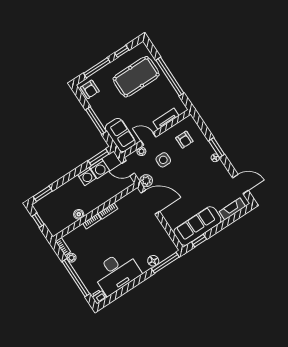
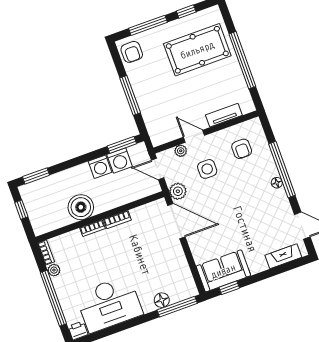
sofa: (120, 135) -> (158, 122), removed
window: (217, 148) -> (282, 170), width x2.11
boiler: (79, 214) -> (81, 207), width x1.86, depth x1.86
sofa: (197, 226) -> (223, 271), width x0.73

